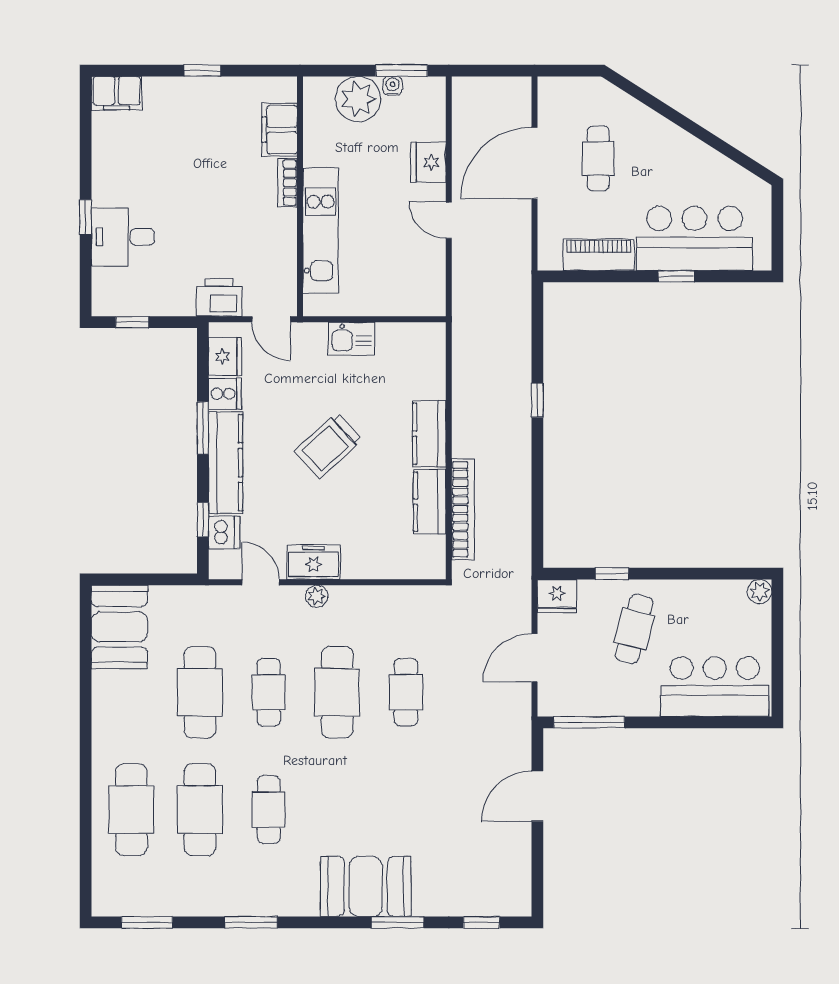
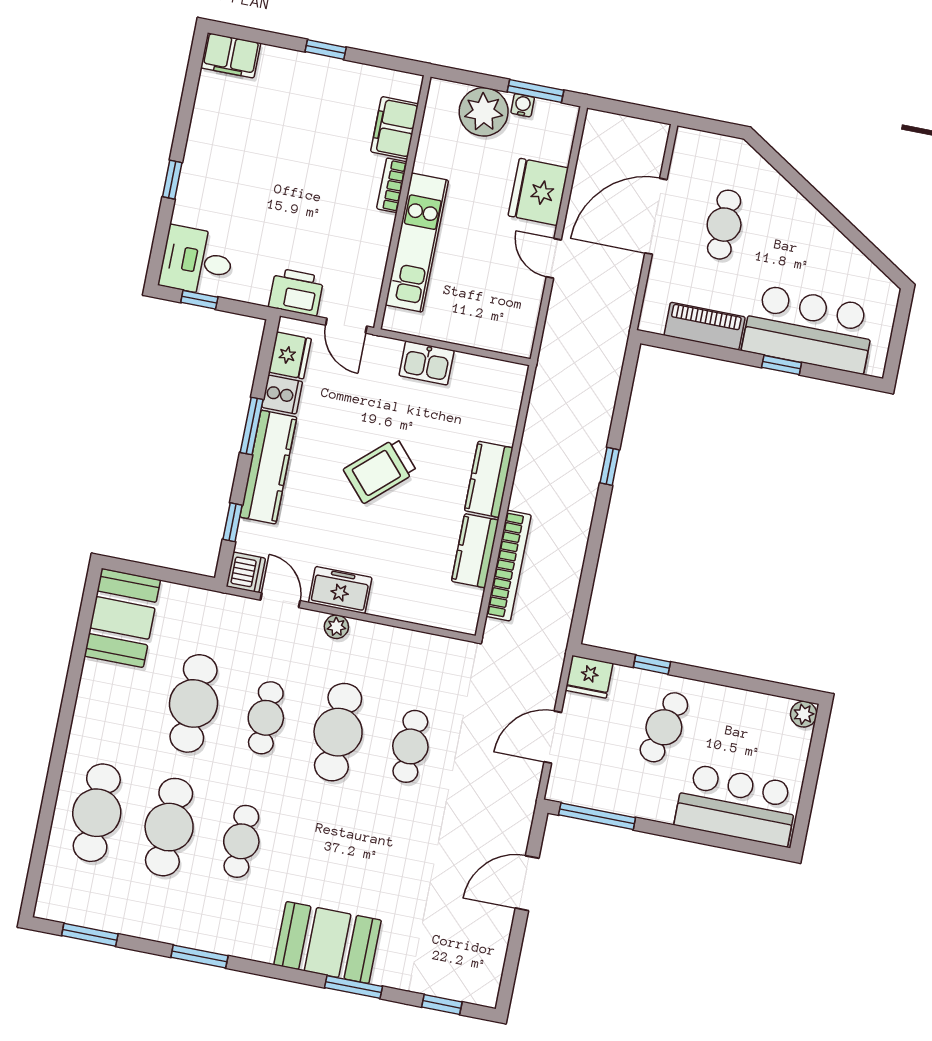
fridge: (428, 162) -> (538, 192), width x1.36, depth x1.34
desk: (123, 237) -> (197, 261), moved
dishwasher: (224, 532) -> (246, 572), moved

